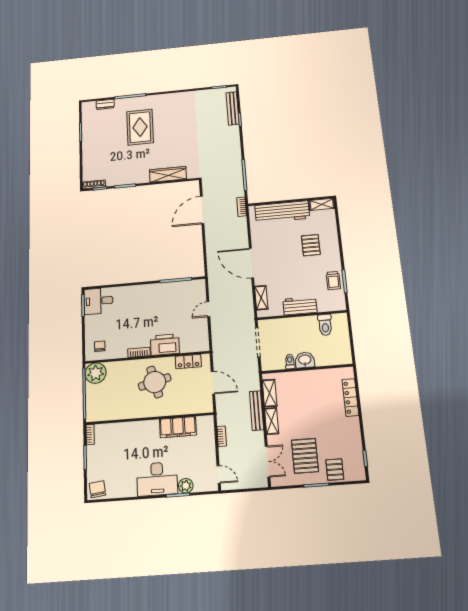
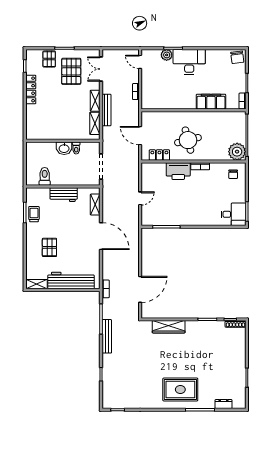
bench: (233, 108) -> (107, 336), moved
rug: (140, 127) -> (180, 389), moved, turned 90
locker: (350, 397) -> (31, 89), moved
filing cabinet: (178, 427) -> (211, 102), moved

